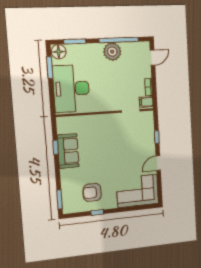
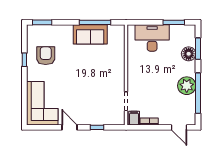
floor lamp: (59, 52) -> (189, 54), moved
desk: (71, 89) -> (152, 38), width x0.73, depth x0.77
window: (56, 147) -> (95, 22), width x2.17

